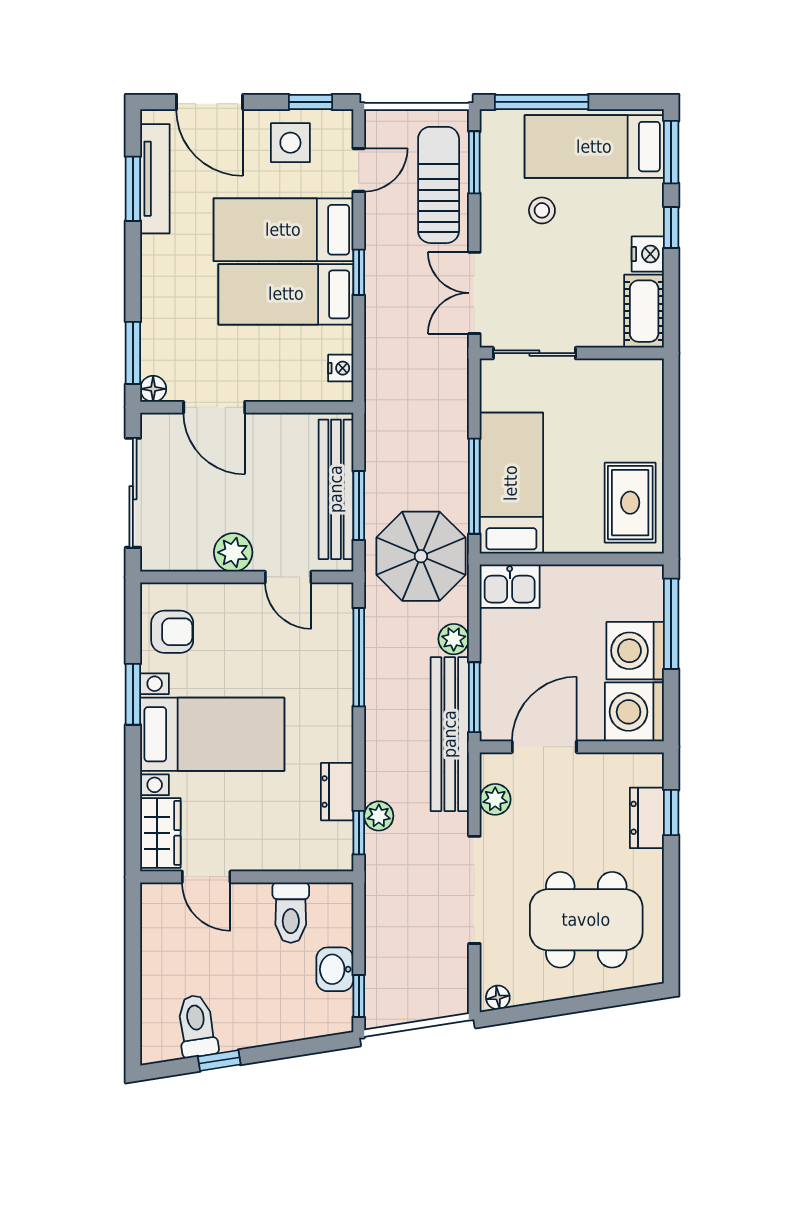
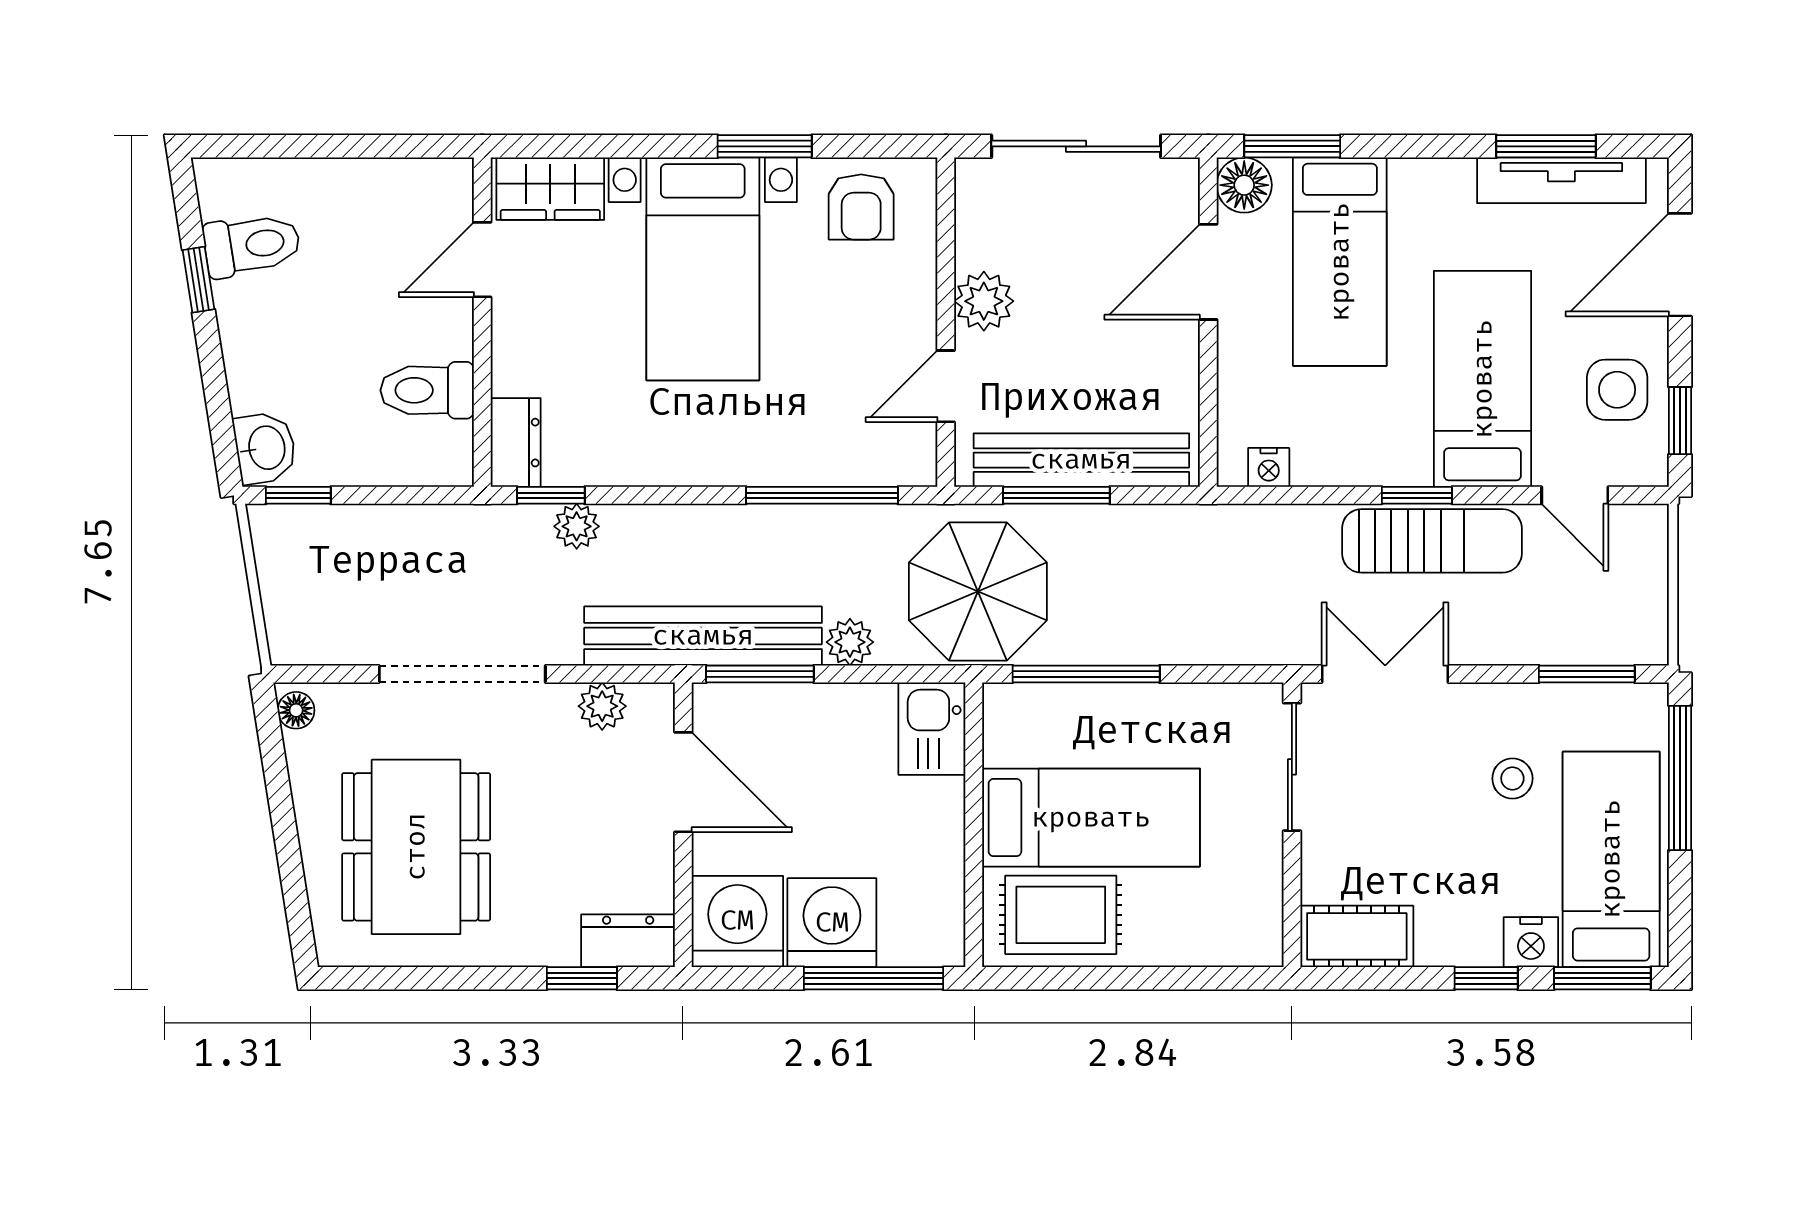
sun lounger: (439, 185) -> (1432, 541), moved
nightstand: (648, 254) -> (1531, 942), moved
bed: (286, 294) -> (1340, 262), moved, turned 180
floor lamp: (153, 389) -> (1244, 185), width x1.37, depth x1.37
bed: (511, 483) -> (1091, 818), moved
dresser: (337, 792) -> (516, 443), moved, turned 90
dresser: (647, 818) -> (628, 941), moved
washbasin: (335, 969) -> (265, 448), moved, turned 81

